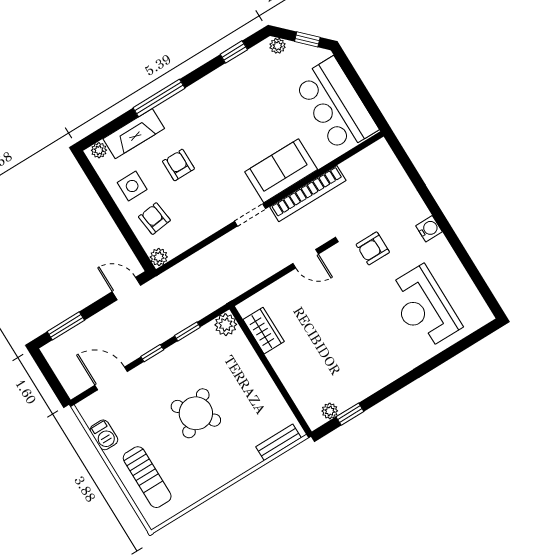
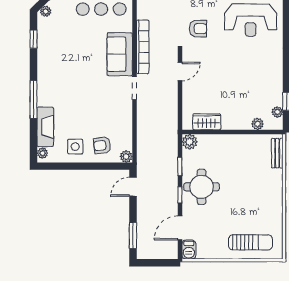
armchair: (178, 165) -> (80, 112), removed
armchair: (373, 248) -> (198, 29), turned -90
plant: (300, 395) -> (258, 124), added
round table: (196, 413) -> (202, 187), moved, turned 38
barbecue: (104, 435) -> (189, 250), moved, turned 90

